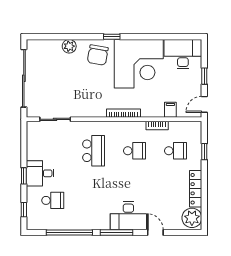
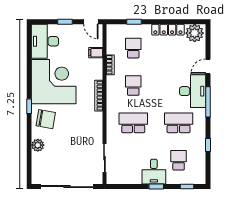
school desk: (94, 200) -> (179, 123), added
window: (69, 233) -> (208, 145), width x0.32

